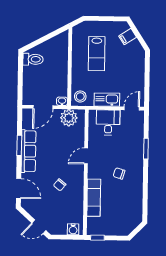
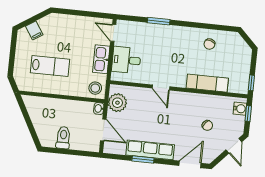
toilet: (33, 59) -> (63, 138), moved
chair: (119, 173) -> (209, 44), moved
chair: (60, 185) -> (207, 125), moved
window: (69, 237) -> (248, 113), added

